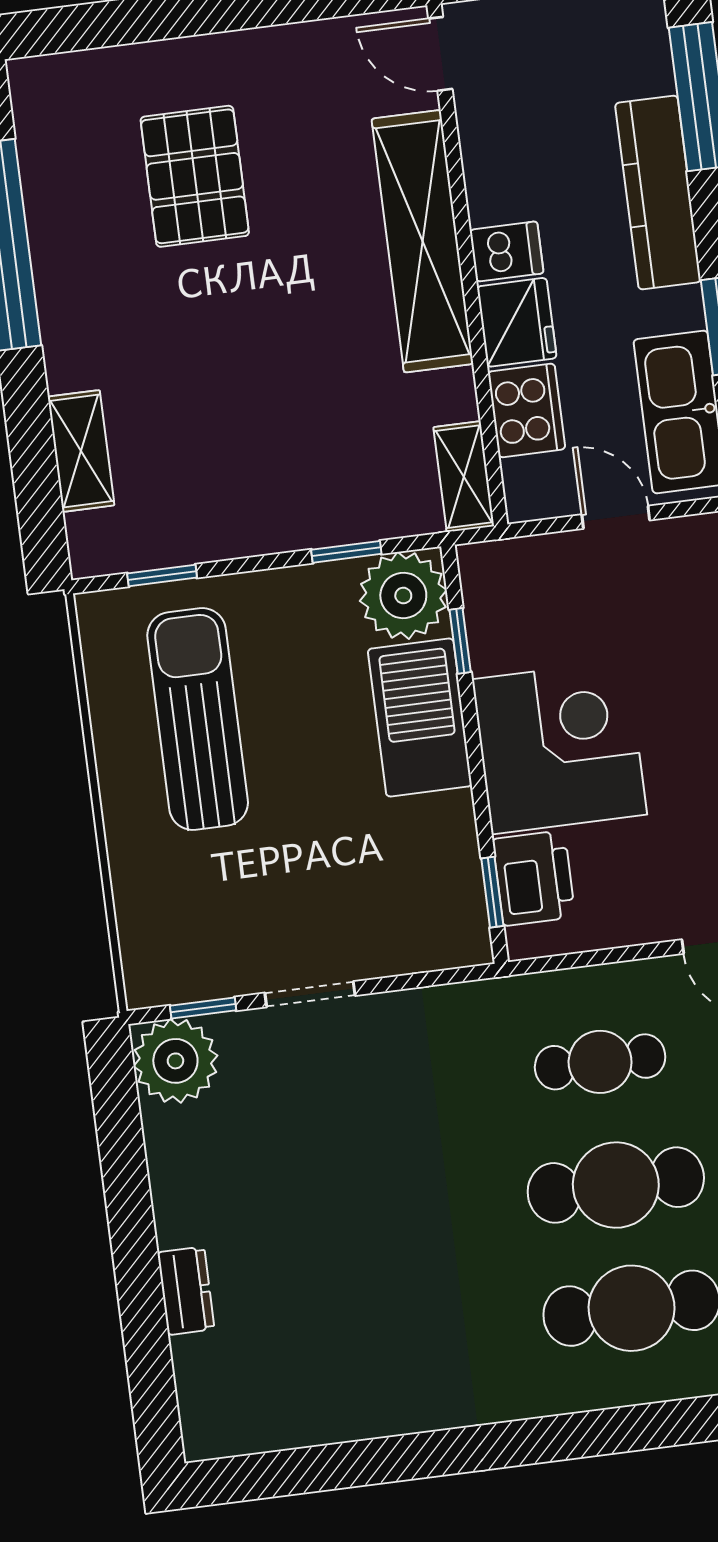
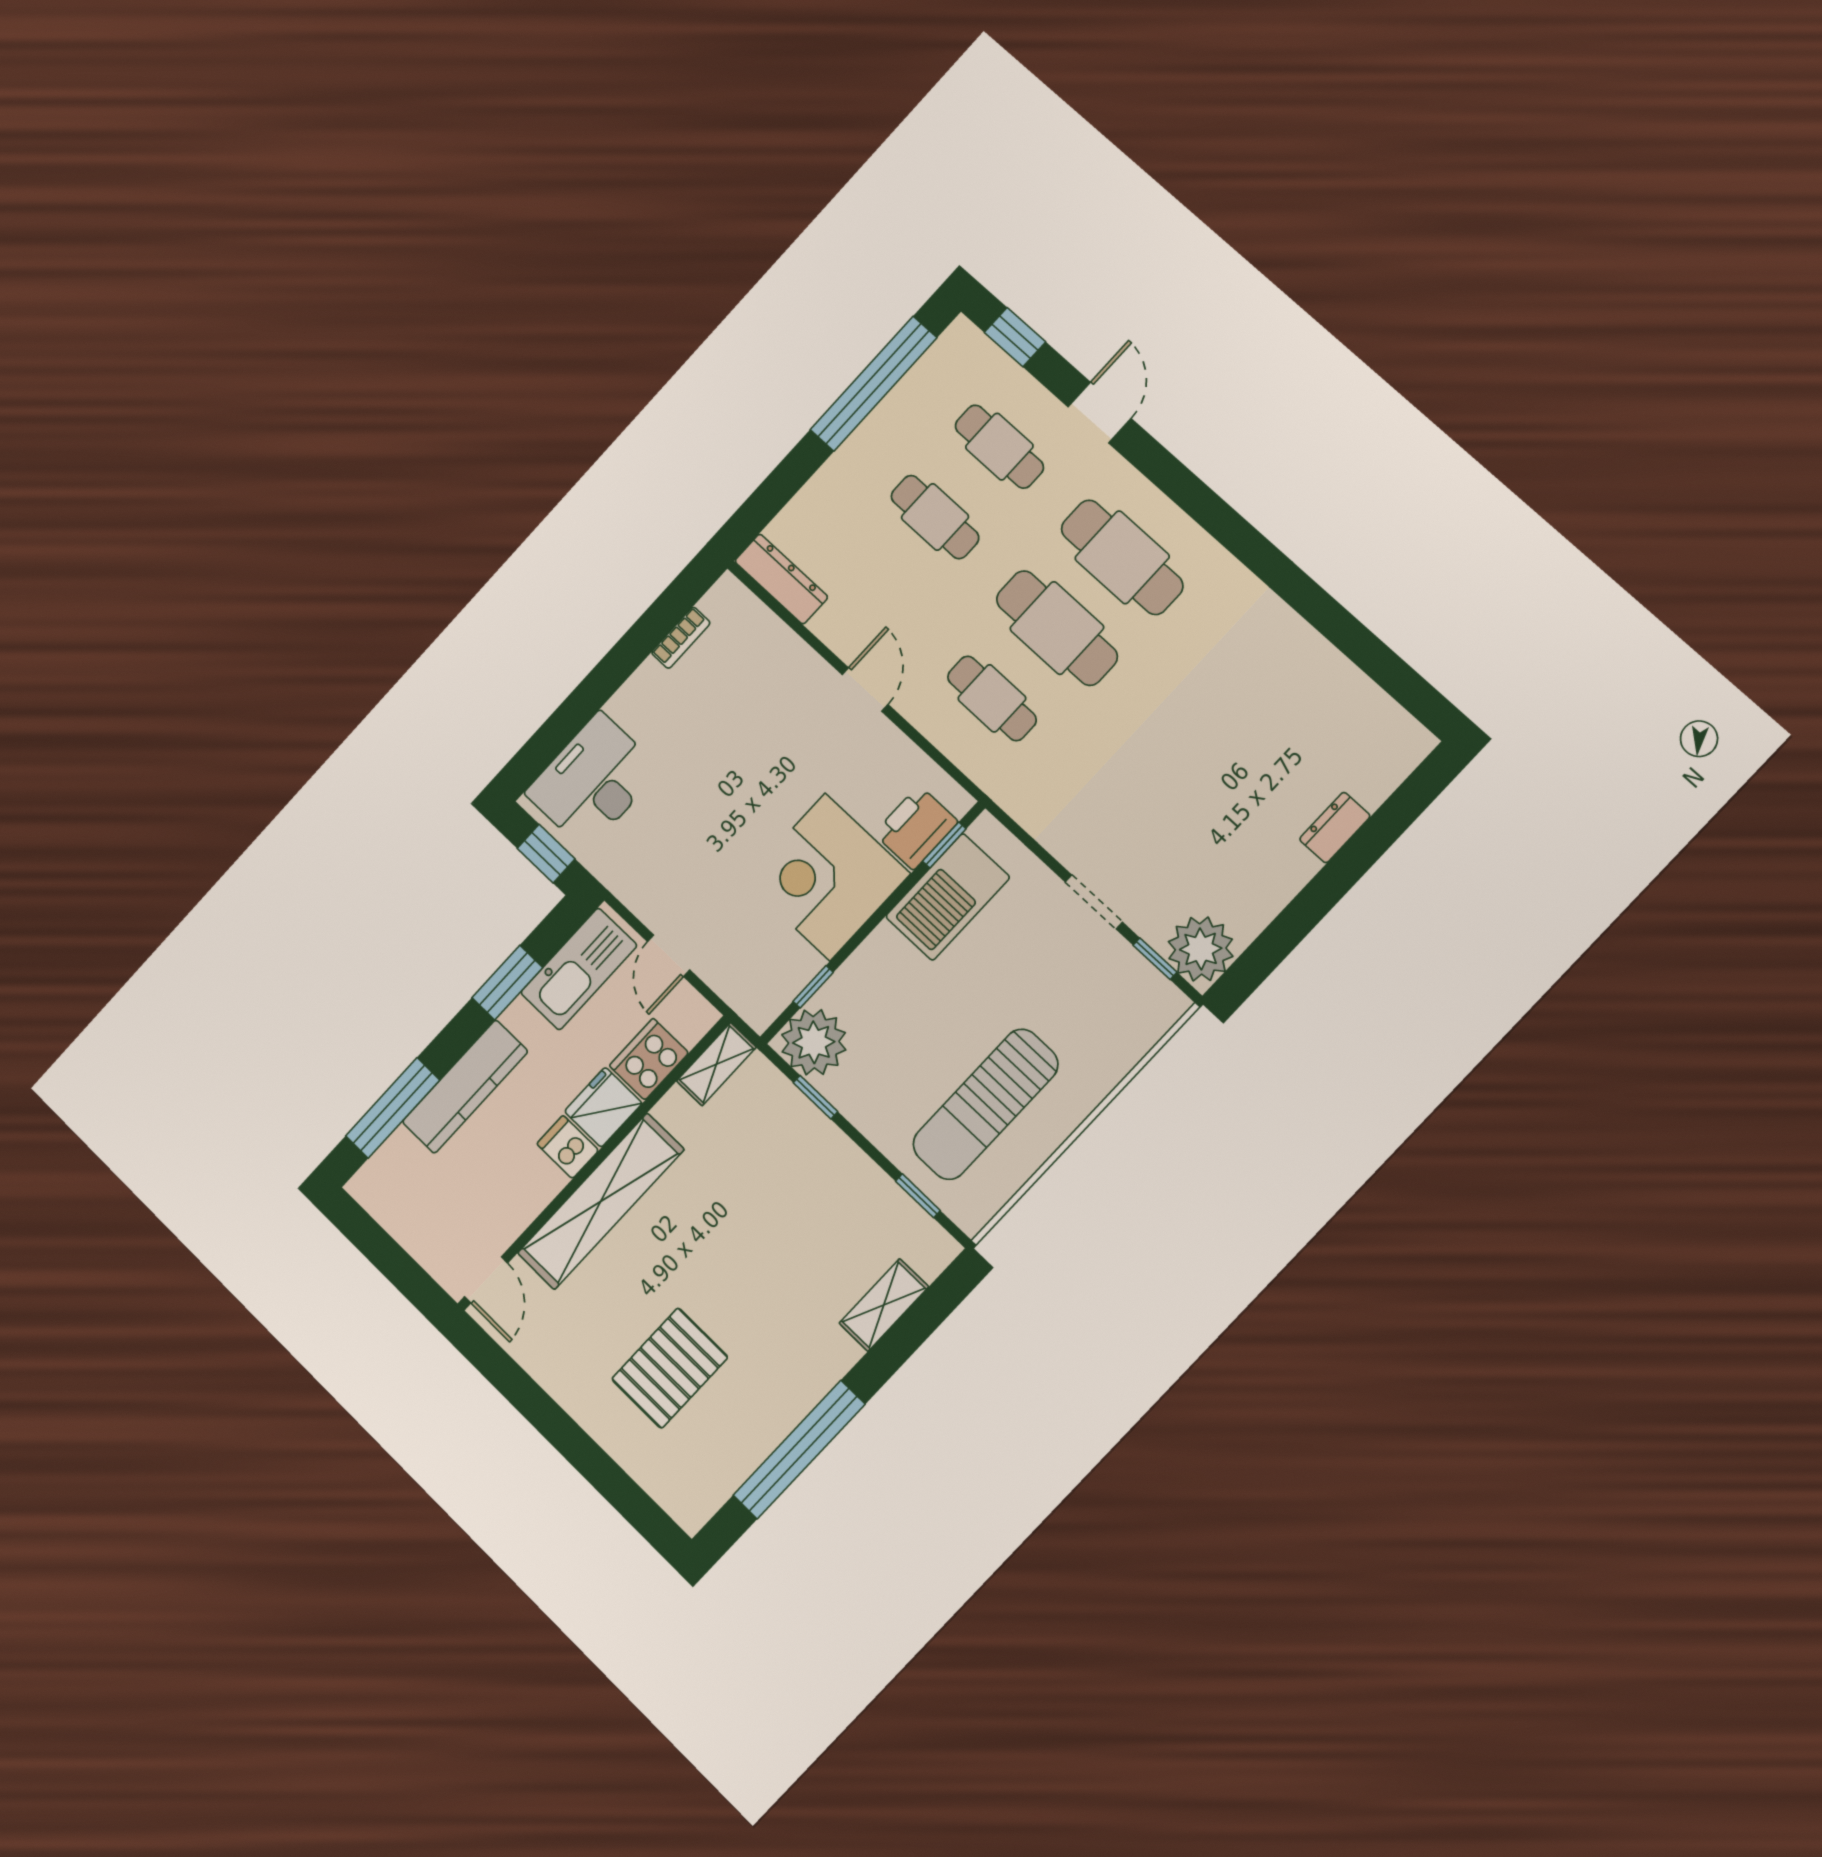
barbecue: (420, 718) -> (948, 897), moved

